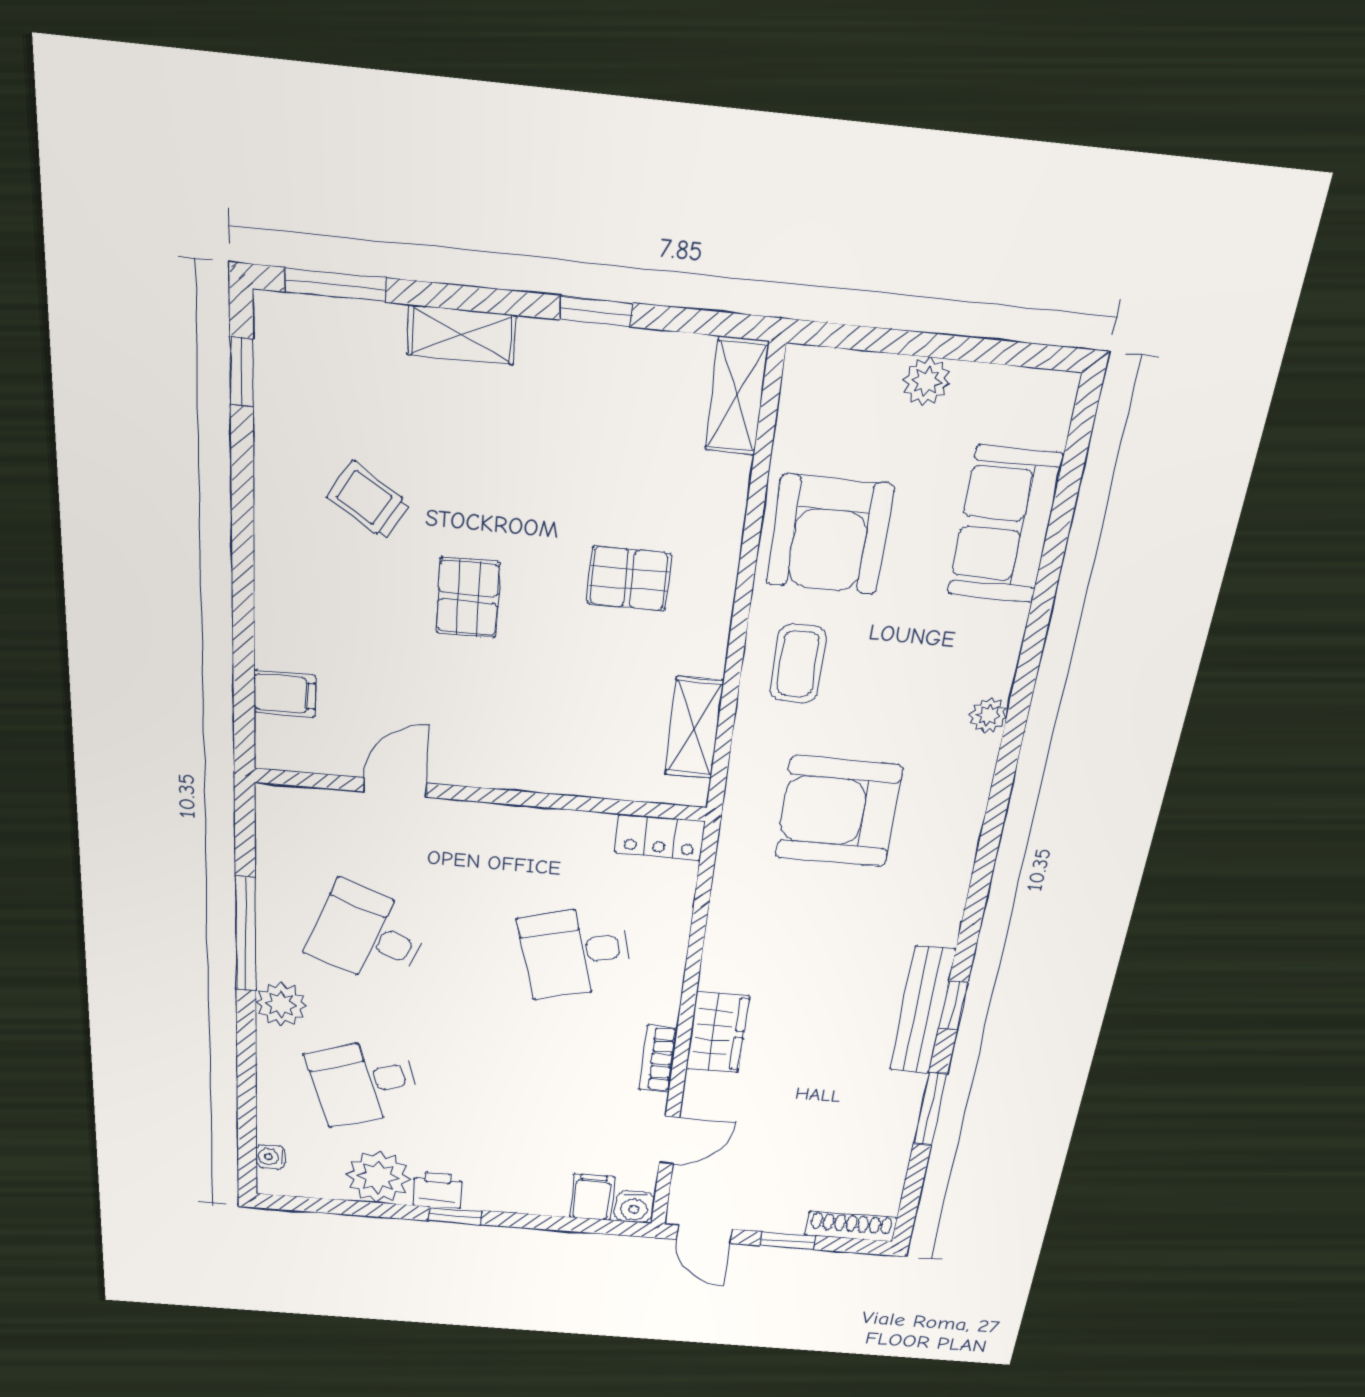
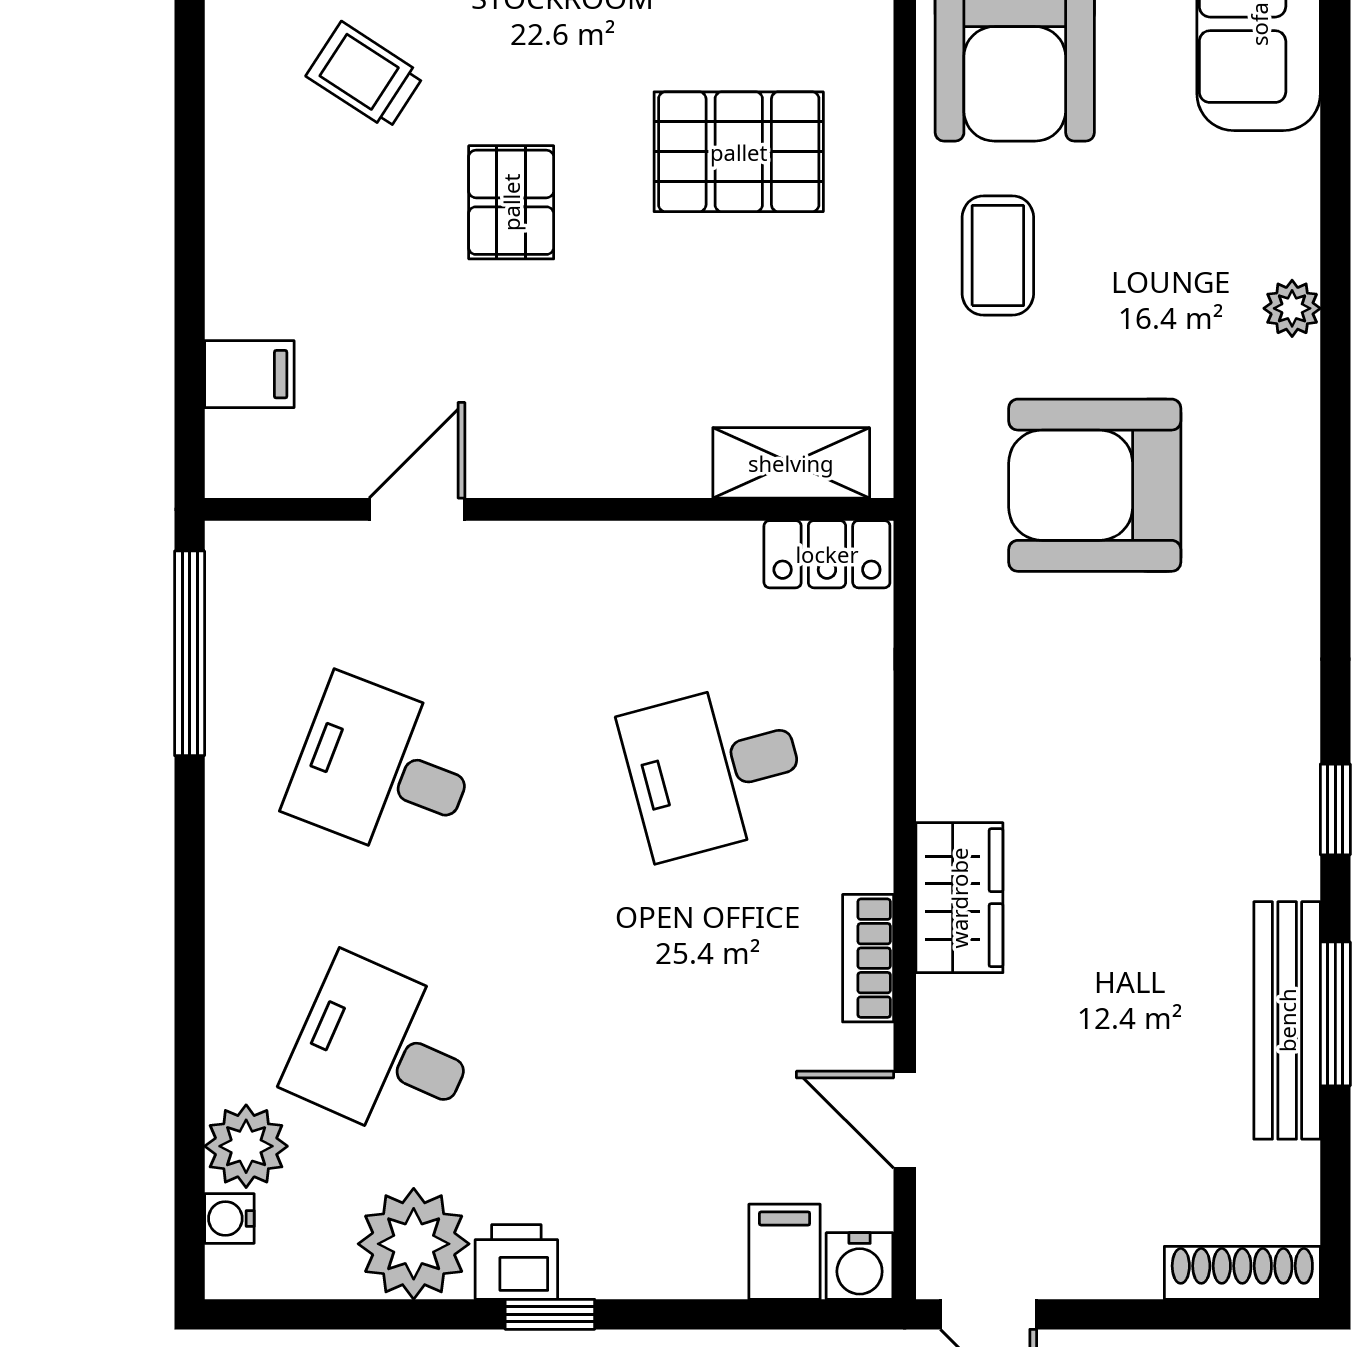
pallet: (629, 578) -> (739, 152), width x1.50, depth x1.42
shelving: (694, 728) -> (791, 463), moved, turned 90
window: (246, 934) -> (190, 653), moved
plant: (281, 1004) -> (246, 1146), moved
bench: (922, 1010) -> (1287, 1020), moved
desk: (364, 1082) -> (384, 1051), turned 42
door: (669, 1140) -> (905, 1120), swing flipped
window: (788, 1241) -> (1136, 1314), removed

